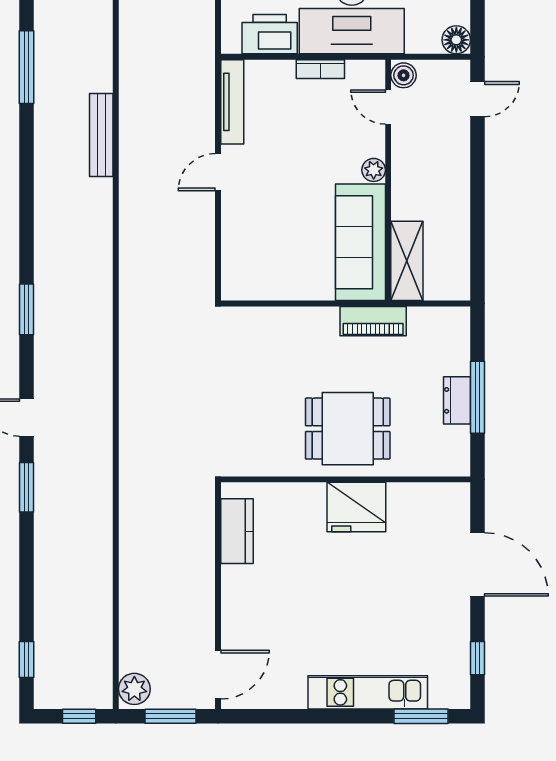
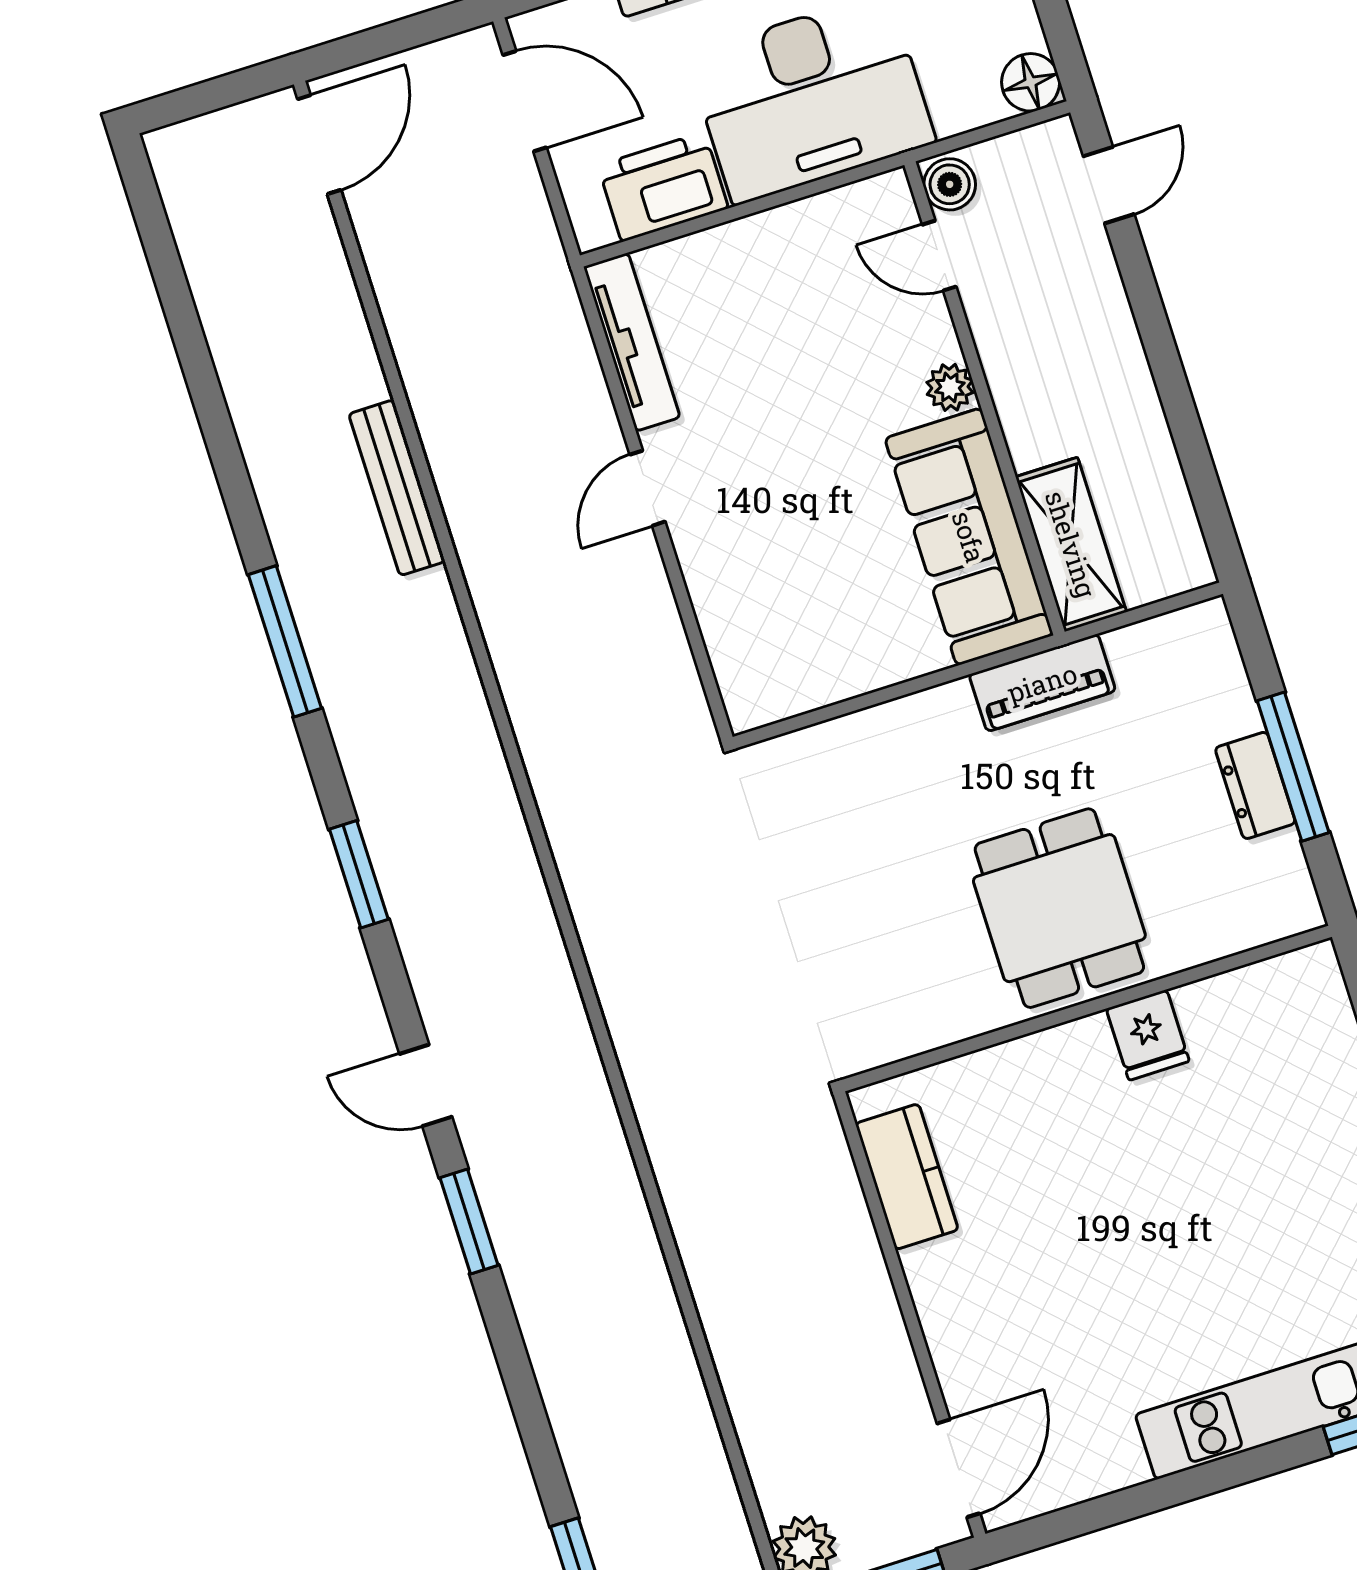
window: (26, 67) -> (285, 641), moved
bookcase: (320, 69) -> (784, 224), removed
dining table: (348, 429) -> (1059, 908), turned 90
fridge: (356, 507) -> (1148, 1035), width x0.53, depth x0.75

